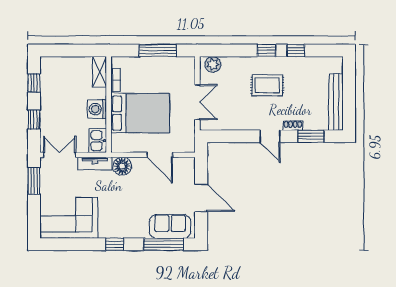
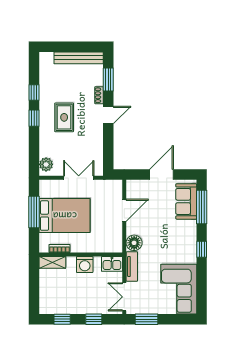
bed: (140, 113) -> (65, 216), moved, turned 90

